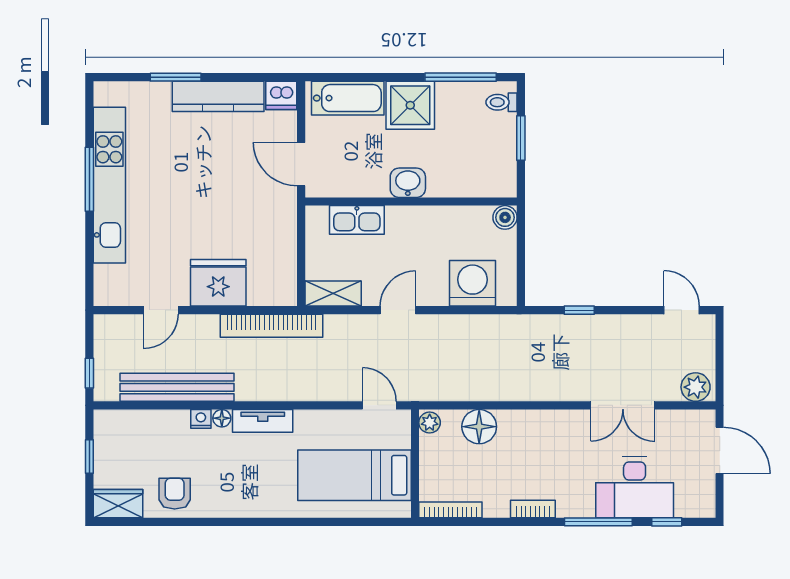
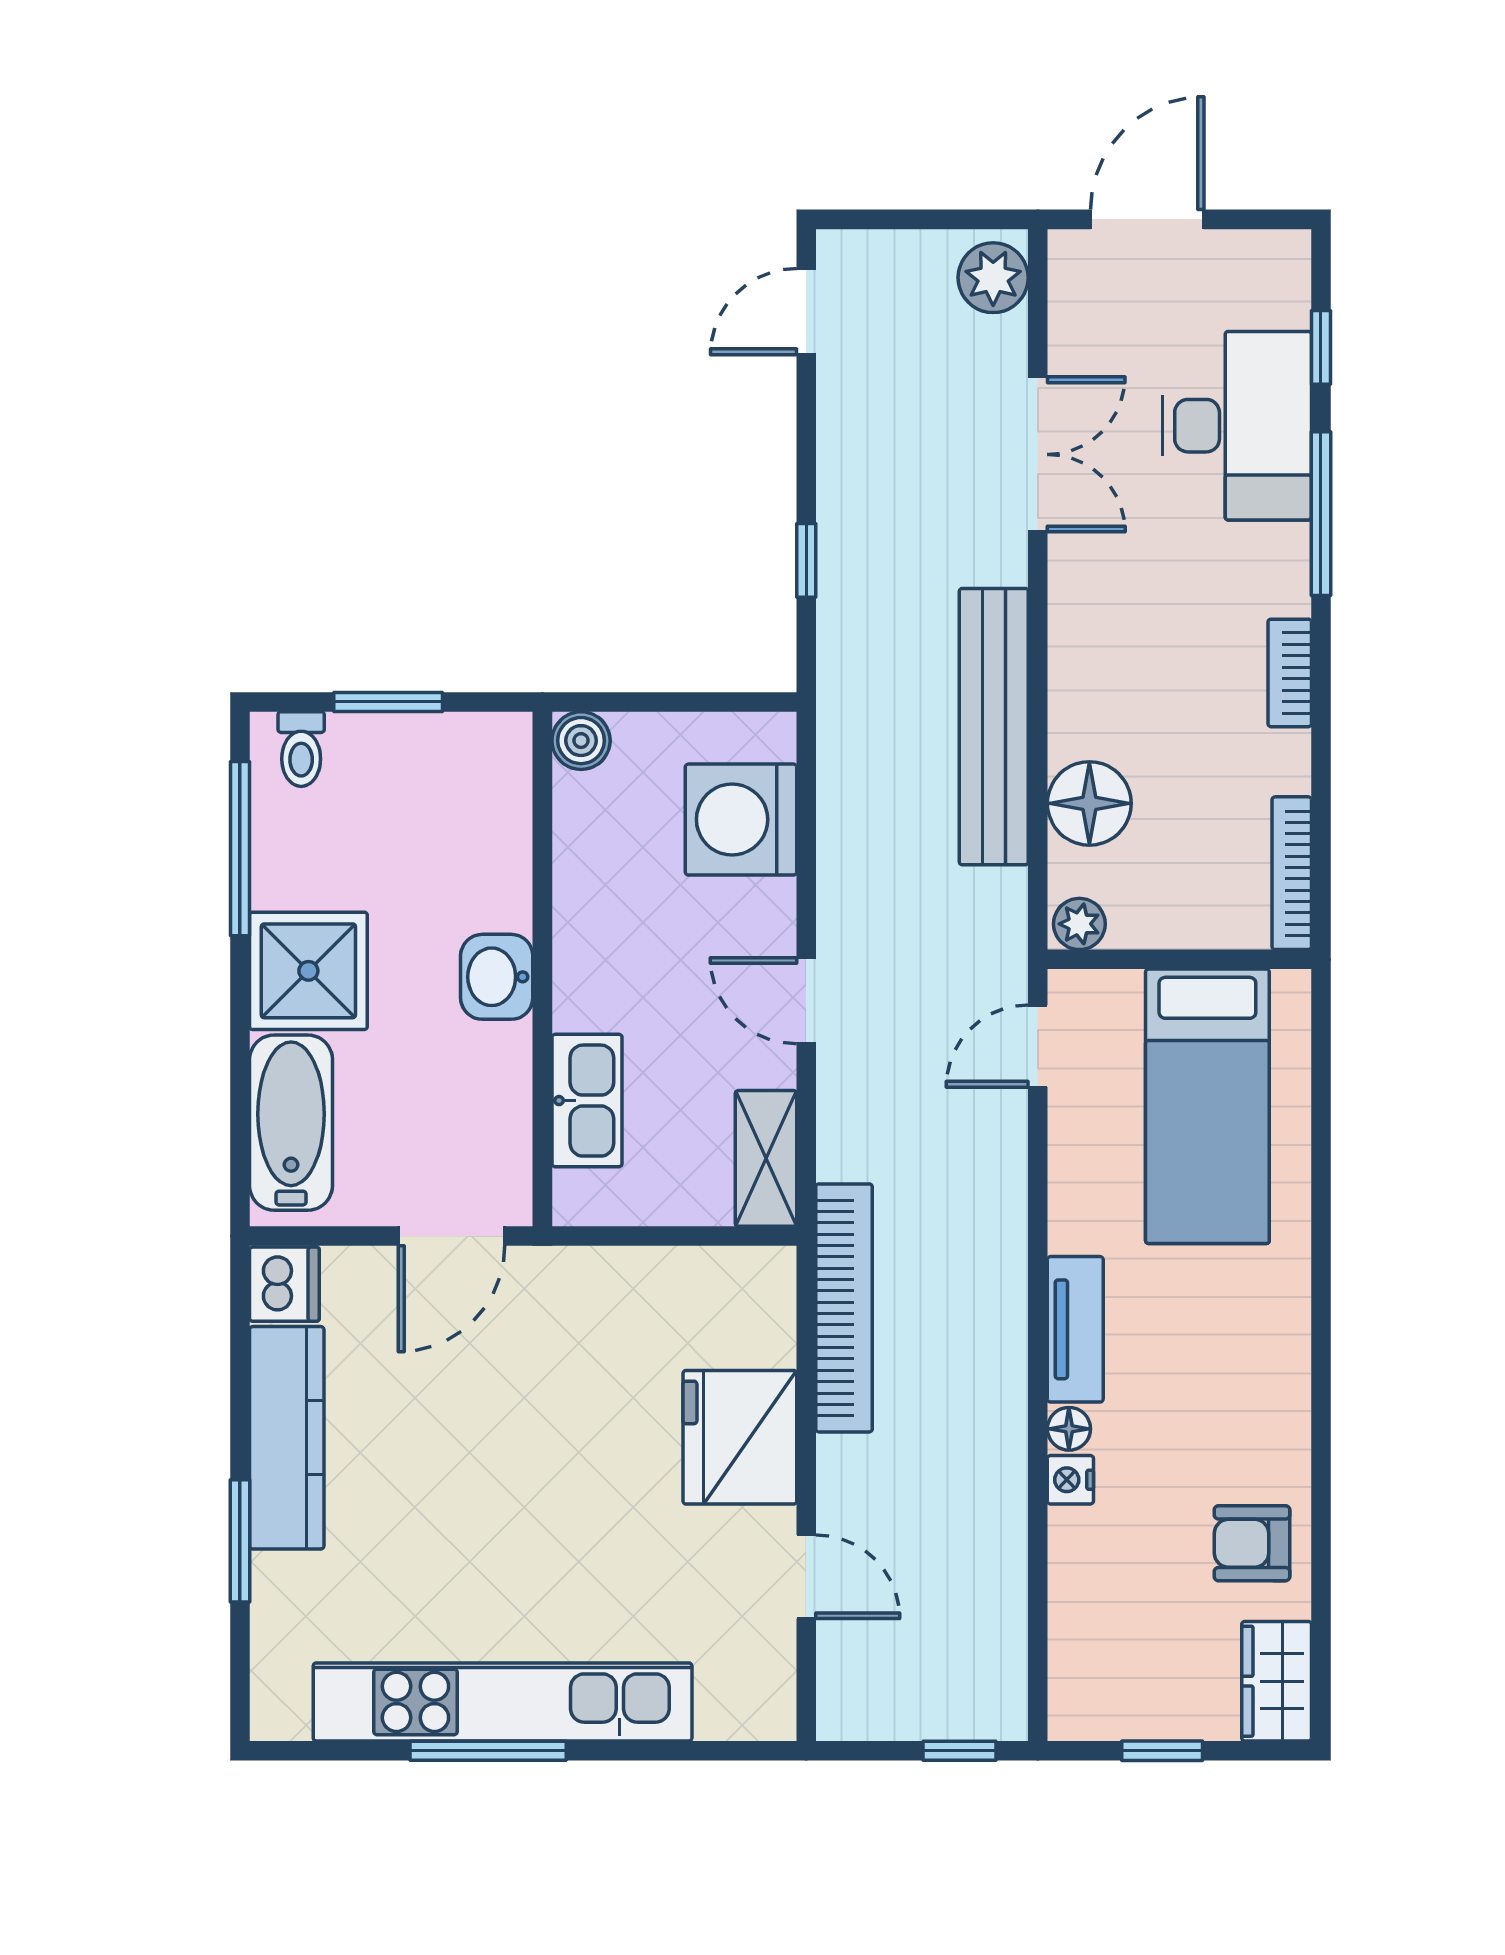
bench: (177, 387) -> (994, 727), moved

